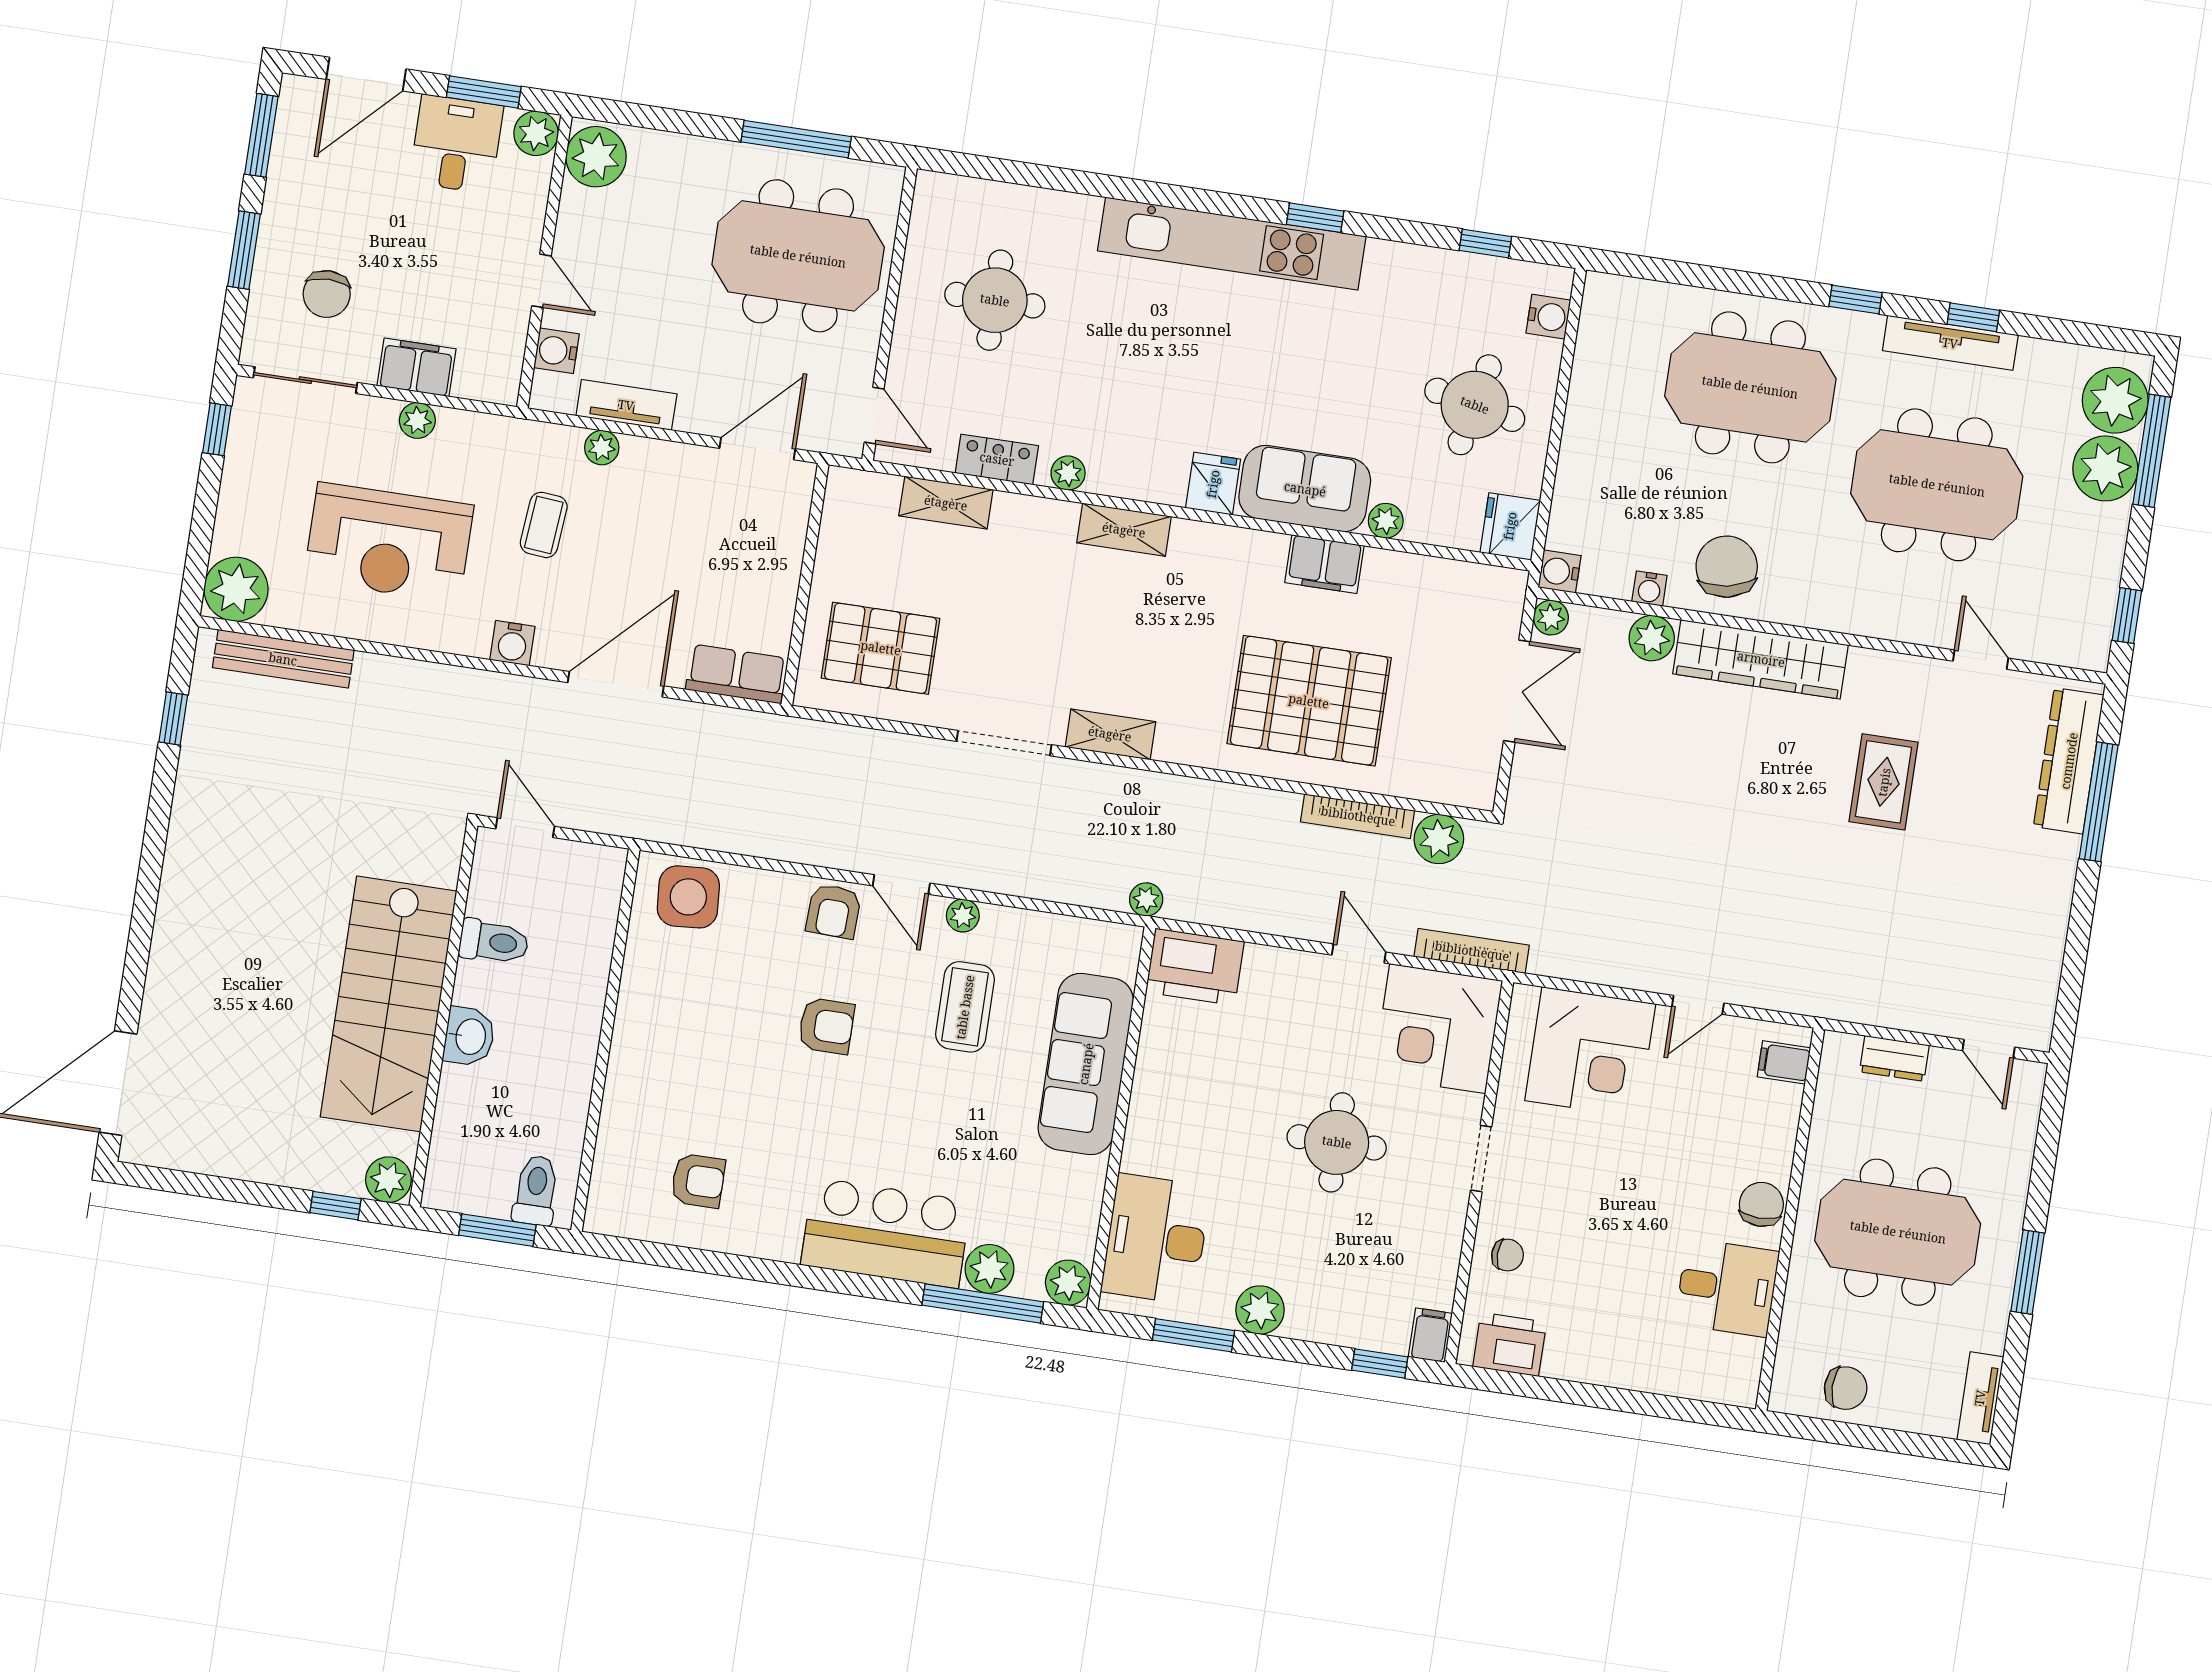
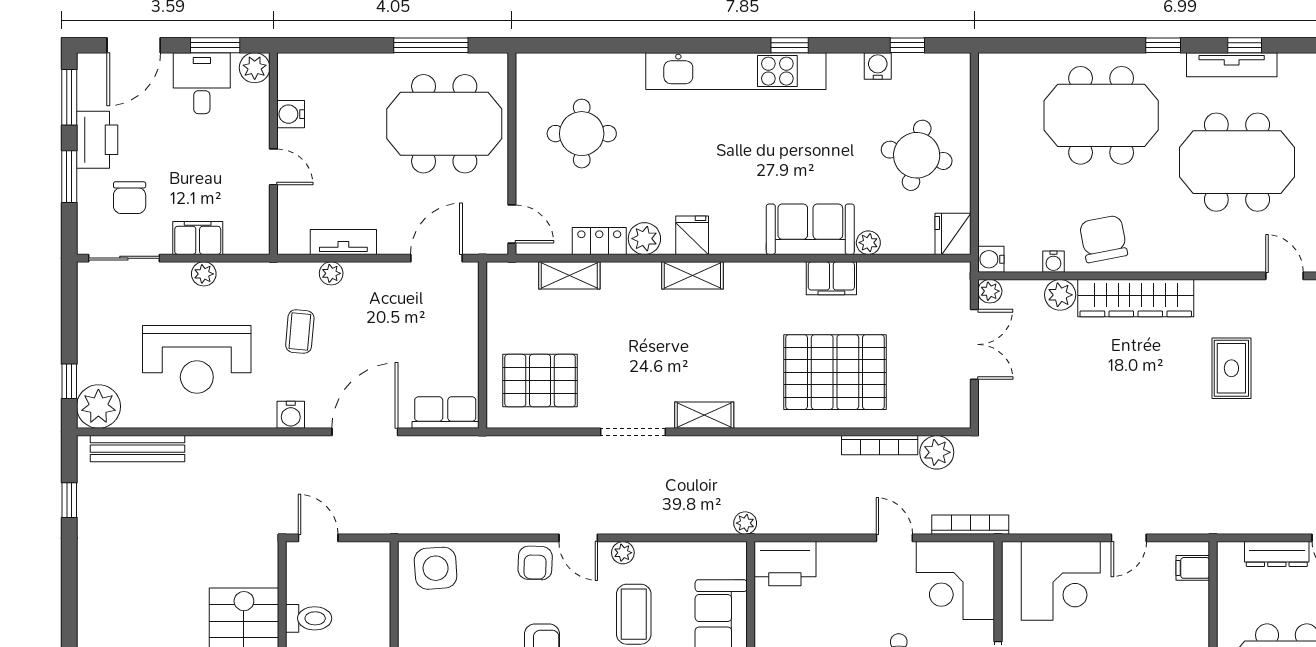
plant: (596, 157) -> (298, 77), removed
printer: (292, 203) -> (97, 140), added
water cooler: (1548, 317) -> (878, 66), moved, turned -90
water cooler: (556, 351) -> (291, 114), moved
window: (217, 429) -> (69, 381), moved
plant: (1068, 473) -> (644, 239), width x1.38, depth x1.38
fridge: (1213, 484) -> (692, 235), moved
dresser: (1894, 1058) -> (1277, 554), width x1.44

